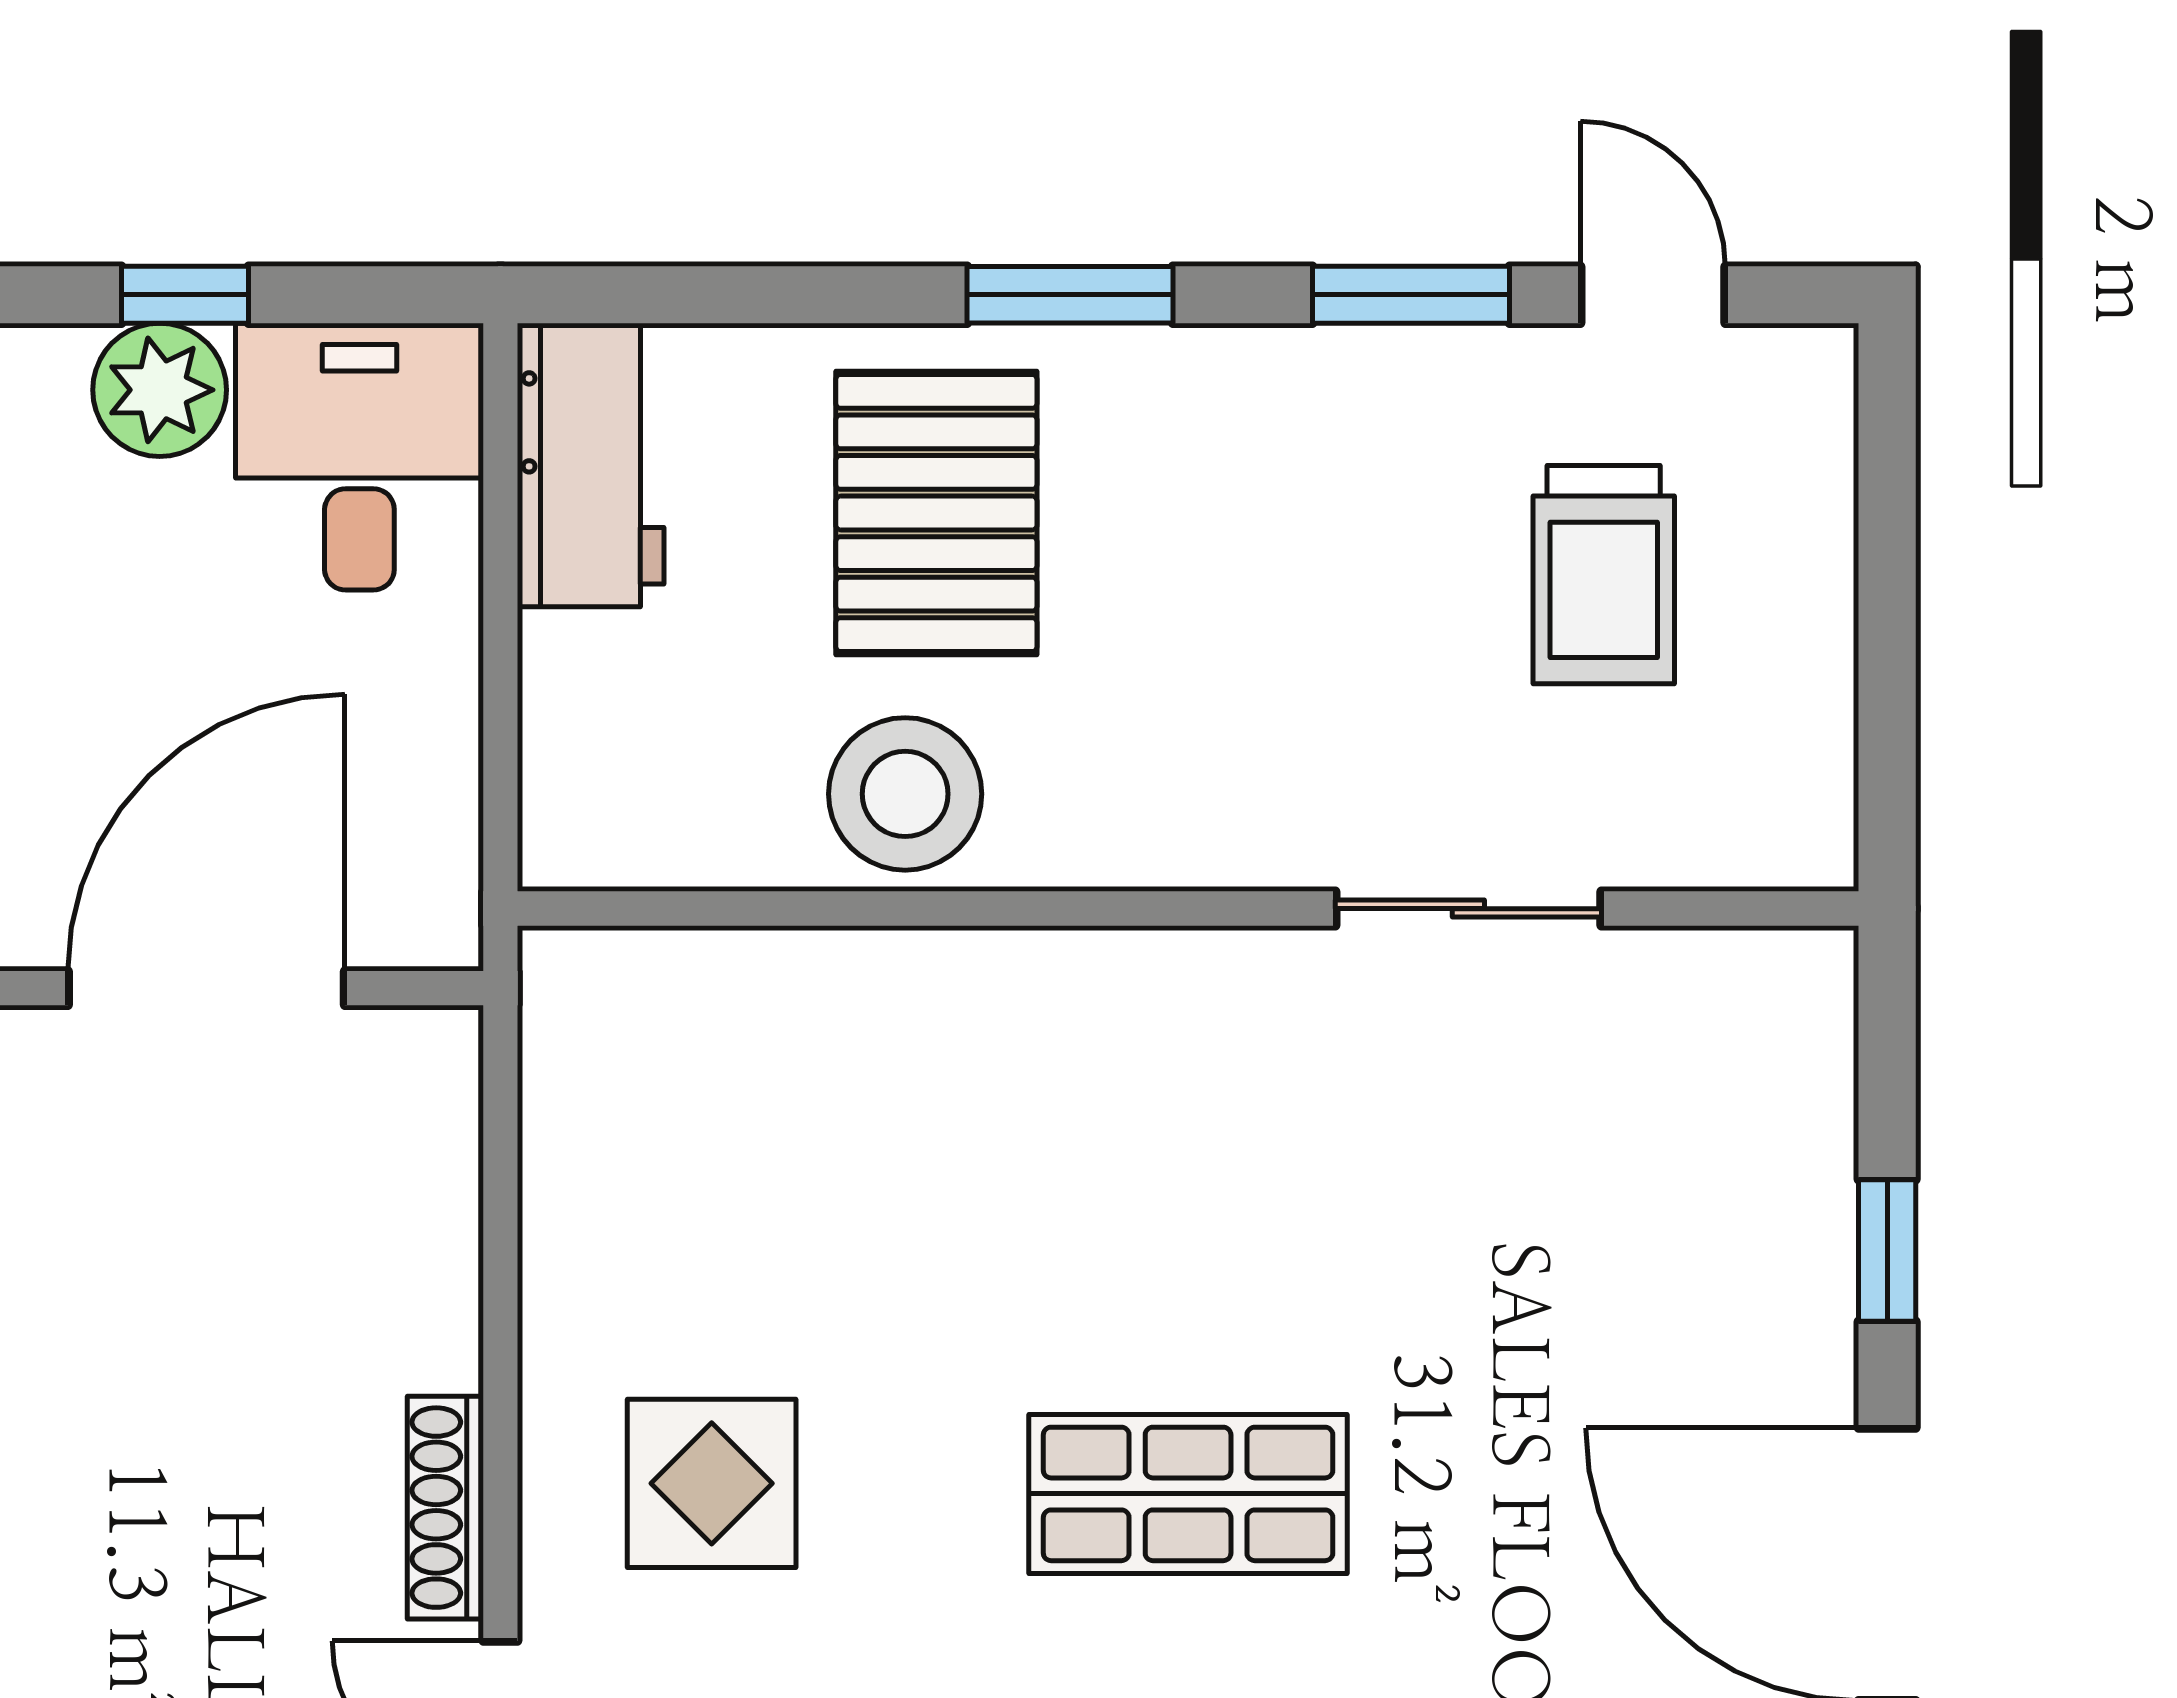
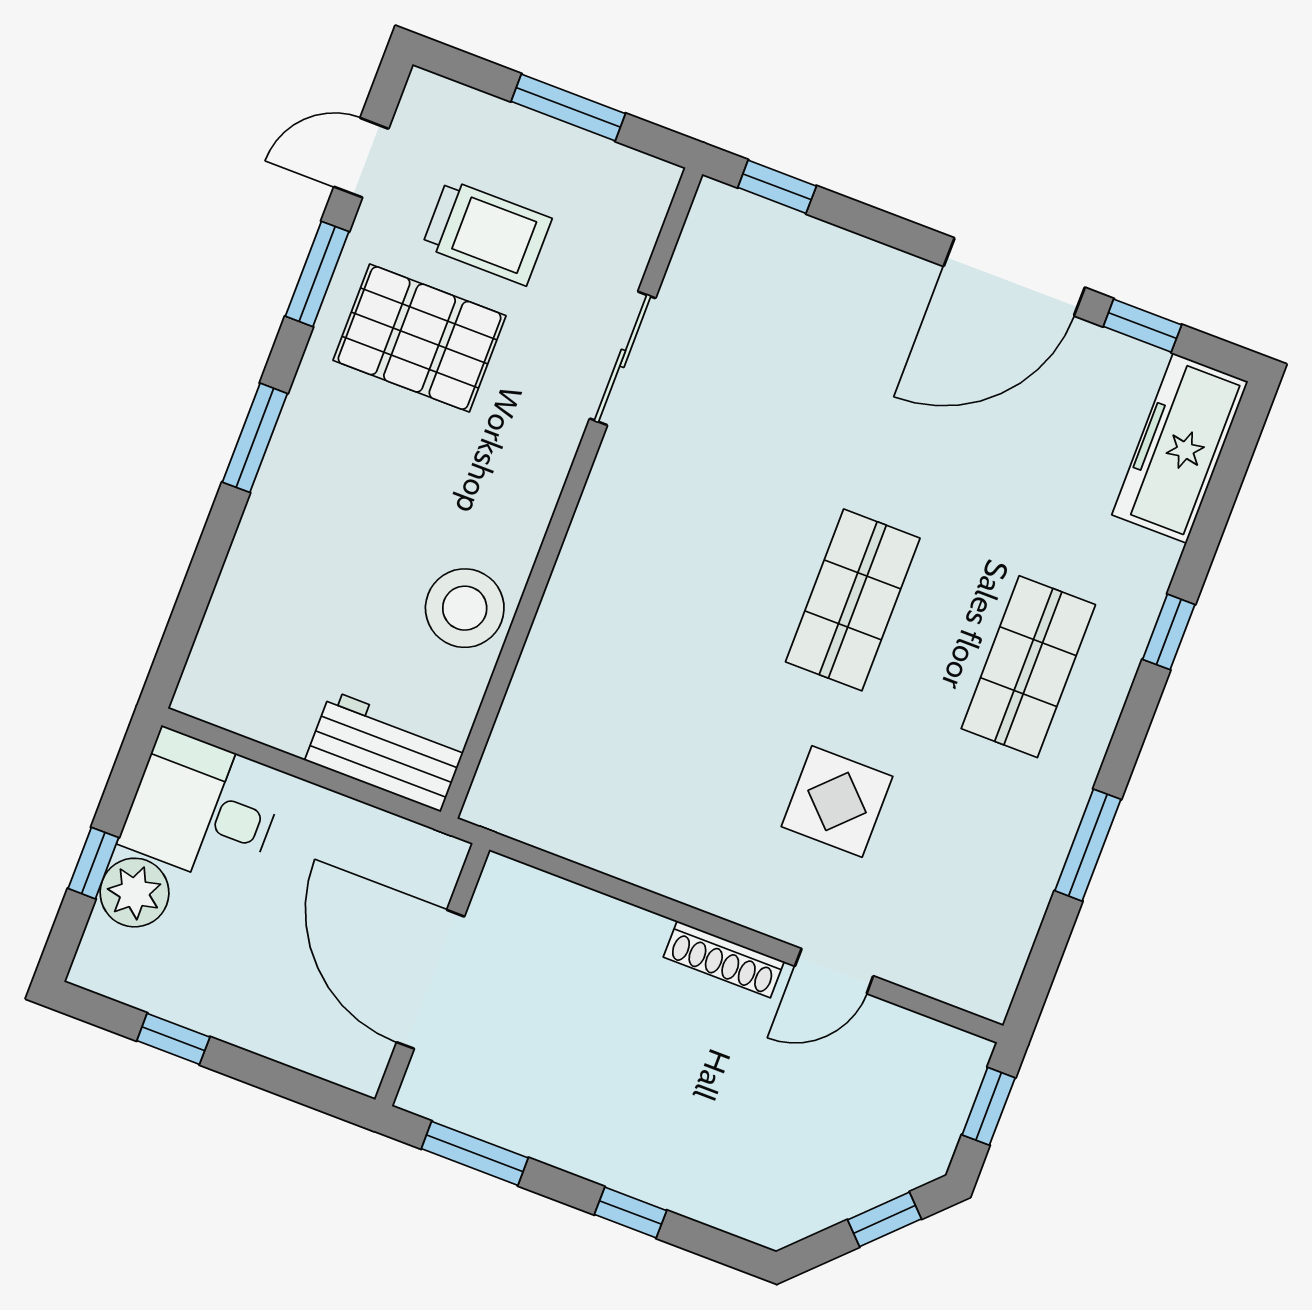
workbench: (591, 465) -> (386, 751), moved
pallet: (936, 513) -> (420, 338), moved
window: (1887, 636) -> (568, 107), added
window: (1887, 1250) -> (777, 187), moved
display table: (712, 1483) -> (837, 801), moved

